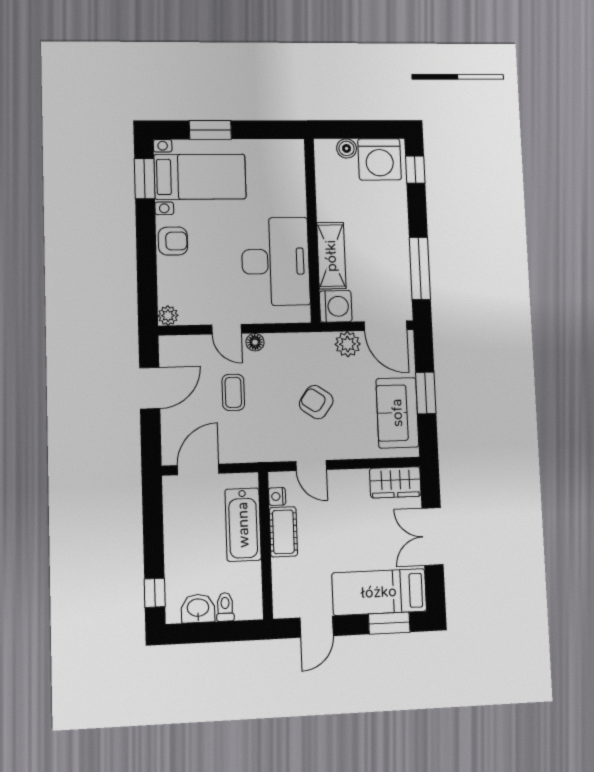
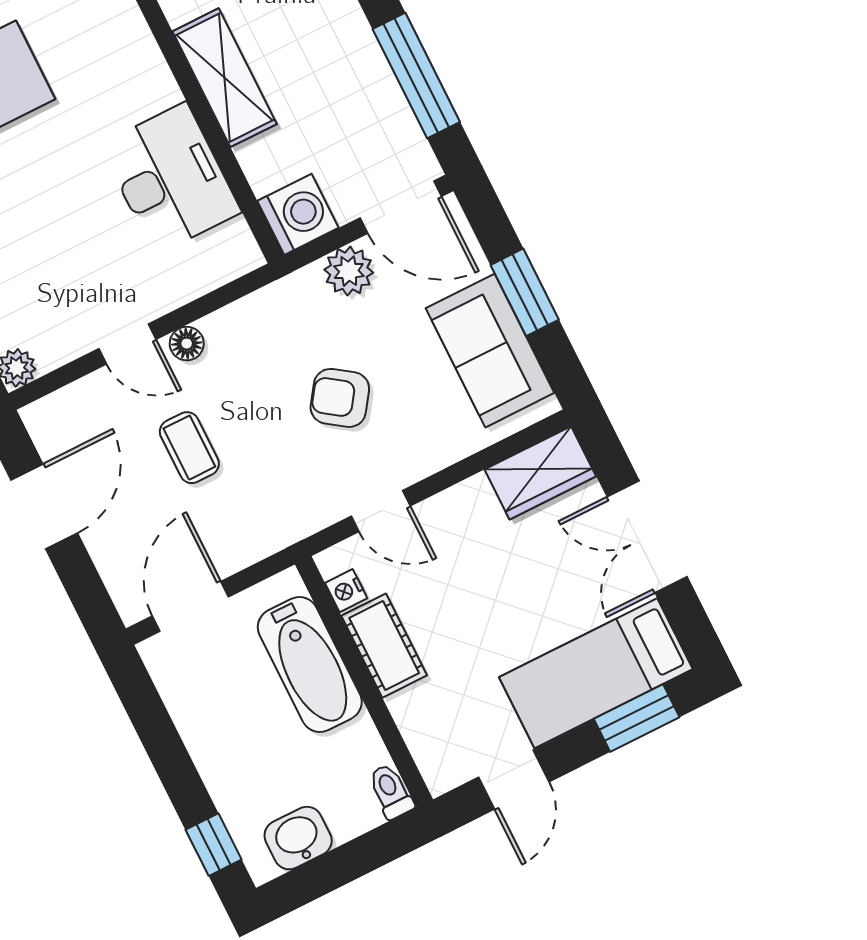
shelving: (331, 256) -> (225, 78), moved
desk: (276, 261) -> (171, 179), width x0.73, depth x0.77
toilet: (225, 607) -> (391, 791), moved

